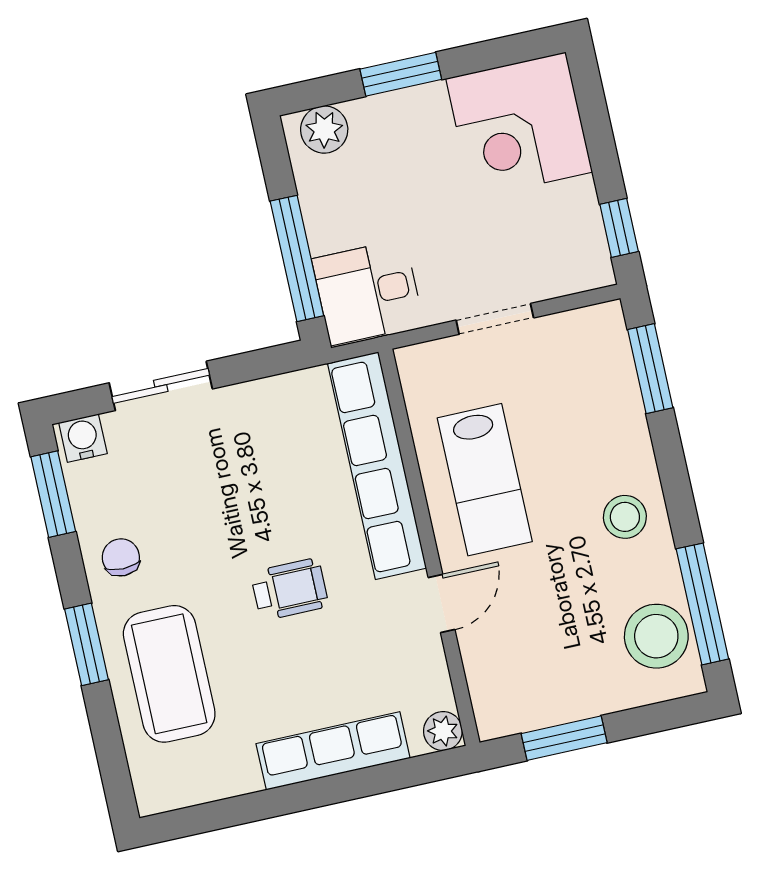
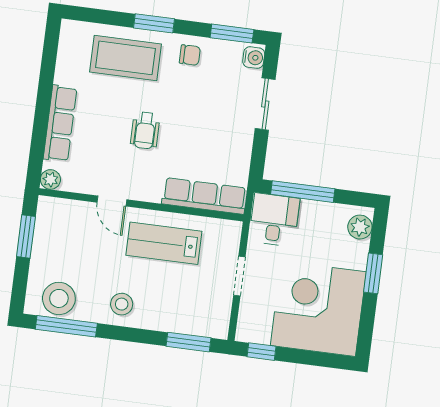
corner desk: (519, 125) -> (318, 309), width x1.36, depth x1.36
row of seats: (377, 466) -> (204, 196), width x0.73

